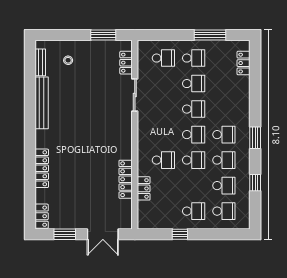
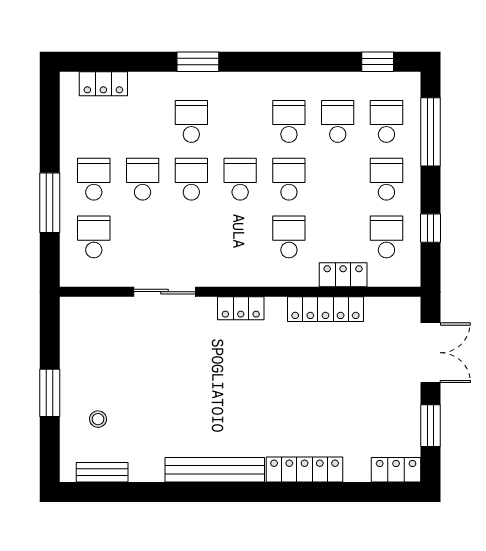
window: (103, 35) -> (50, 393), moved
window: (210, 35) -> (50, 203), moved
locker: (126, 63) -> (241, 308), moved
bench: (42, 103) -> (215, 470), moved
school desk: (224, 135) -> (191, 121), moved
window: (255, 138) -> (198, 62), moved
window: (255, 183) -> (378, 62), moved
school desk: (163, 211) -> (386, 237), added
window: (180, 234) -> (431, 228), moved
window: (218, 234) -> (431, 132), added

